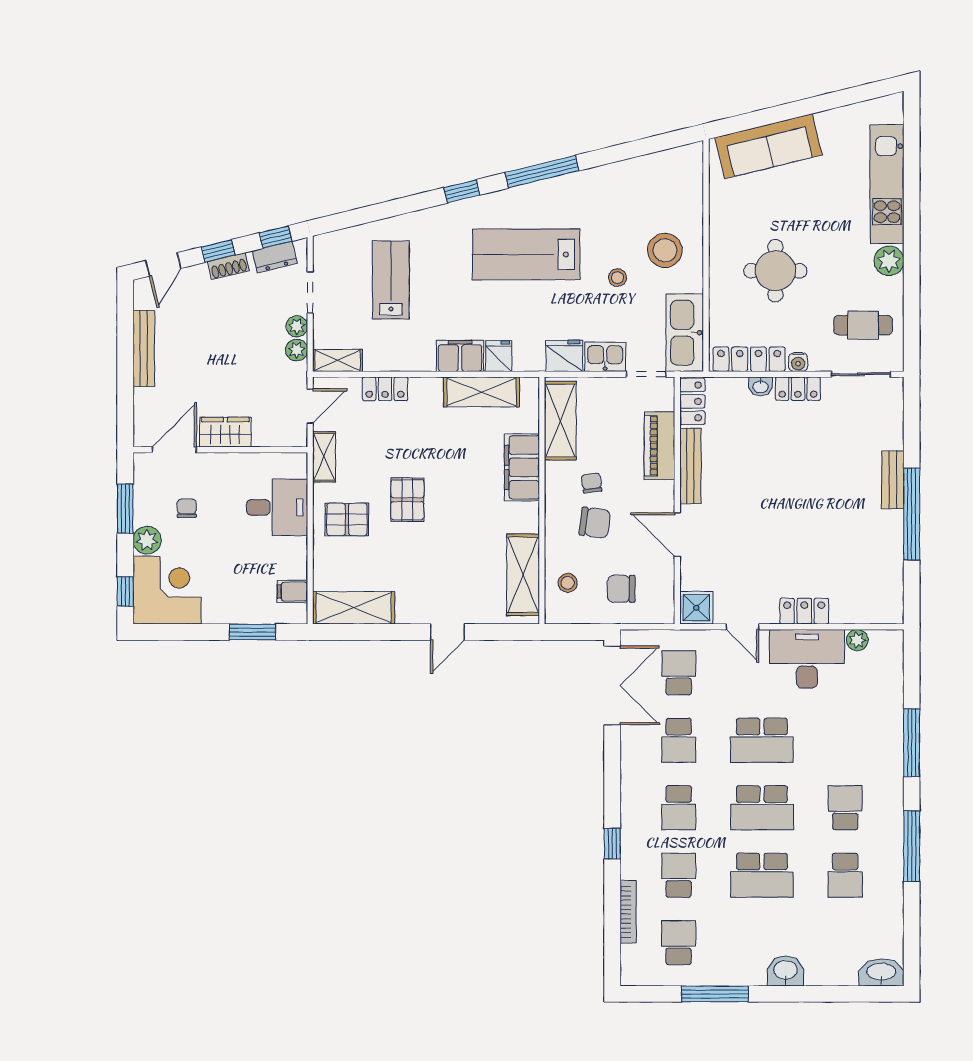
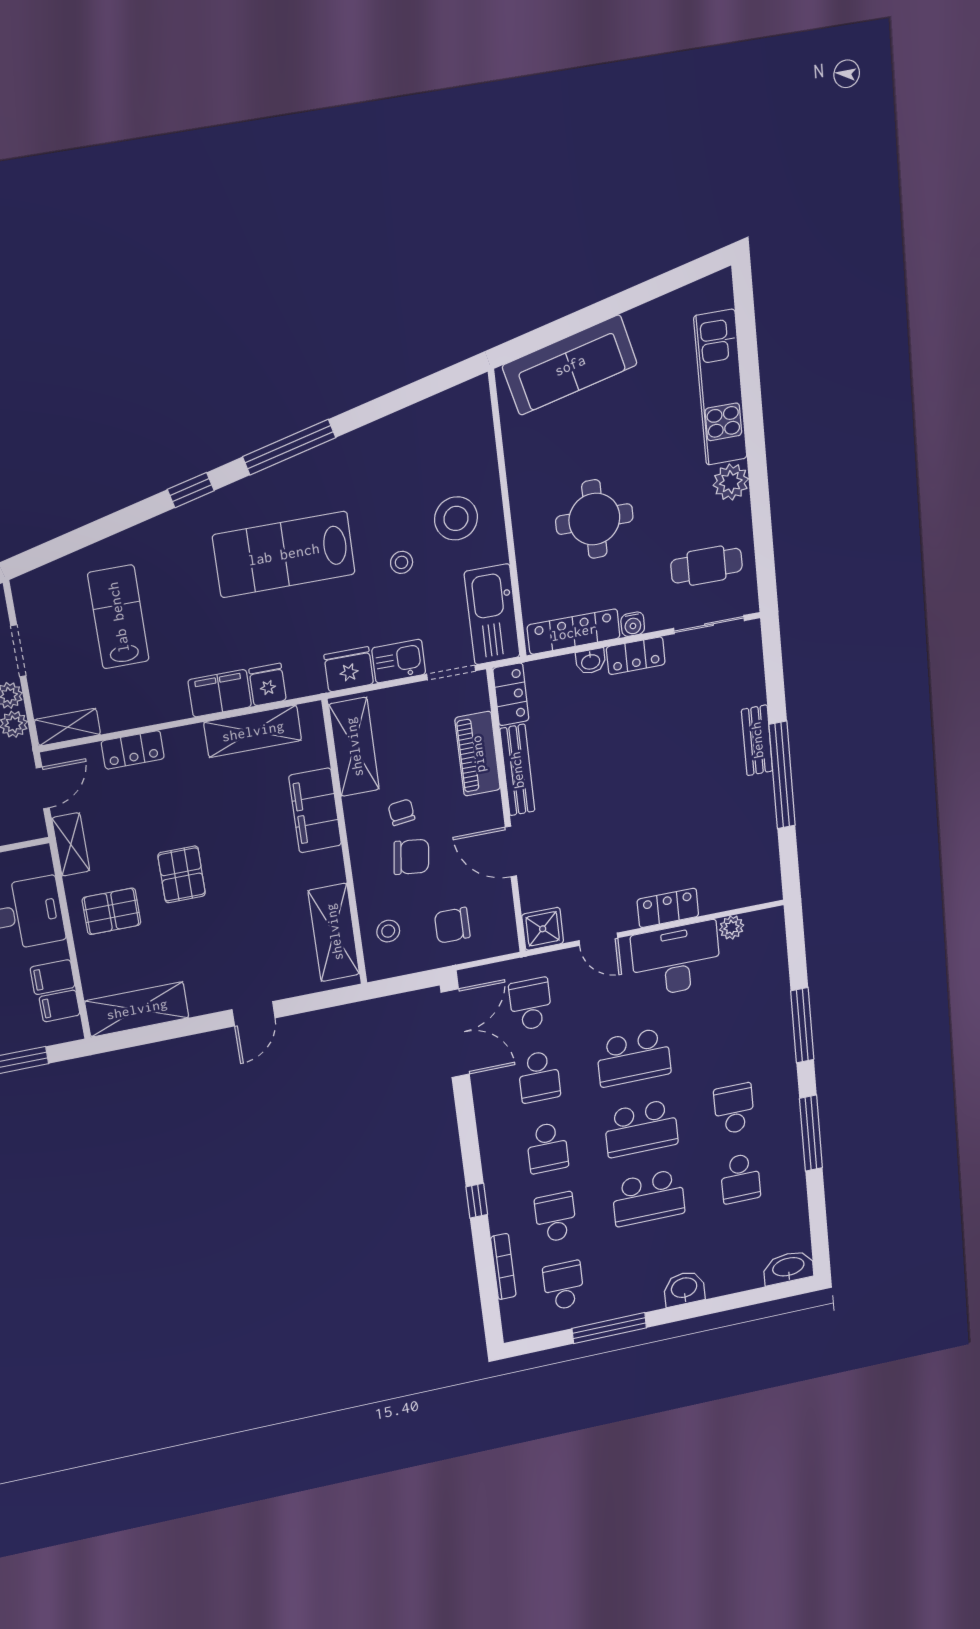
filing cabinet: (291, 566) -> (52, 977), added

